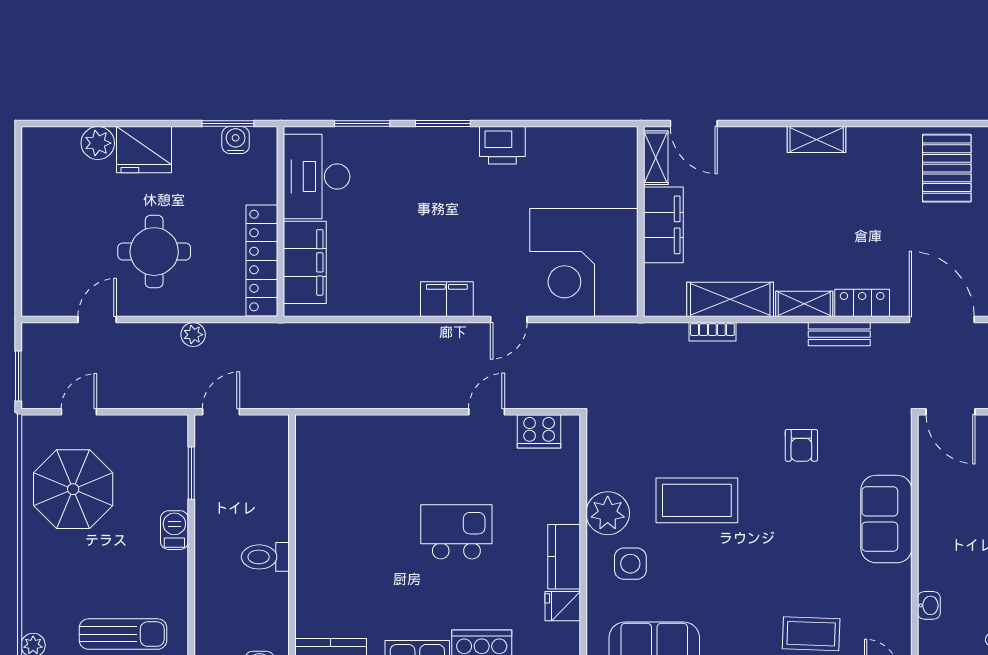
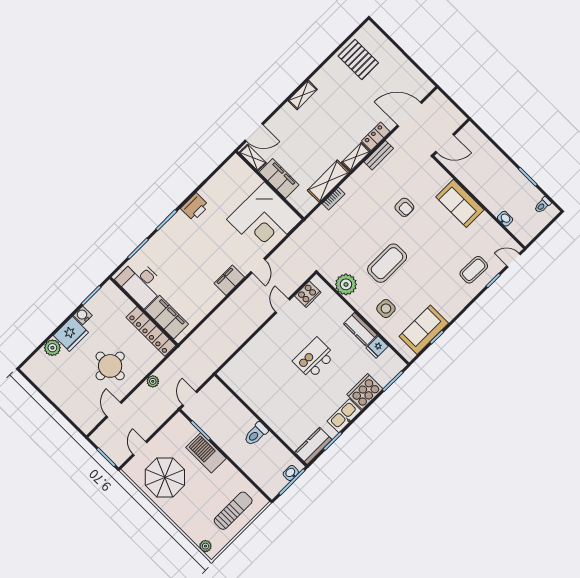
water cooler: (236, 140) -> (83, 315), moved
plant: (608, 513) -> (346, 284), moved
barbecue: (174, 530) -> (206, 453), width x1.88, depth x1.53

